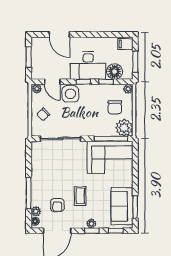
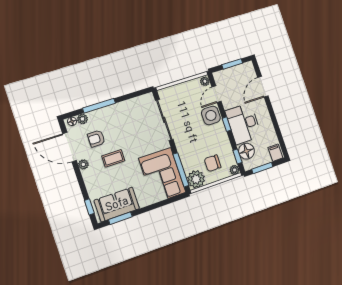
window: (106, 82) -> (237, 156), moved
chair: (43, 114) -> (182, 95), removed
plant: (91, 224) -> (83, 164), moved
window: (92, 231) -> (81, 183), removed

